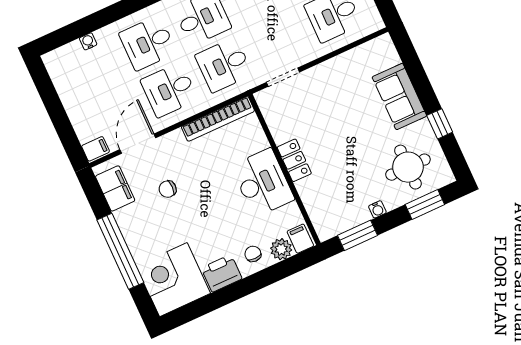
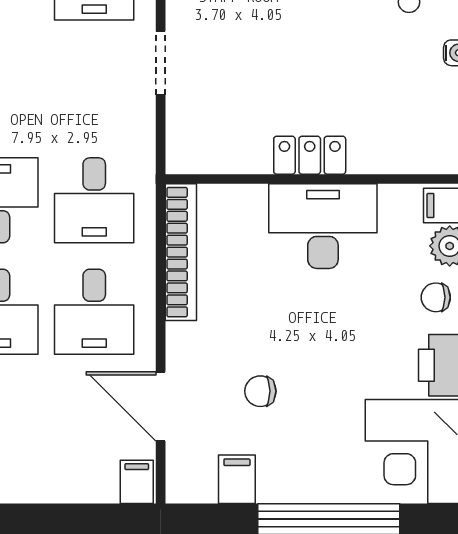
doorway: (283, 77) -> (161, 63), moved
filing cabinet: (115, 188) -> (237, 479), width x0.50
chair: (168, 189) -> (260, 391), turned 90

